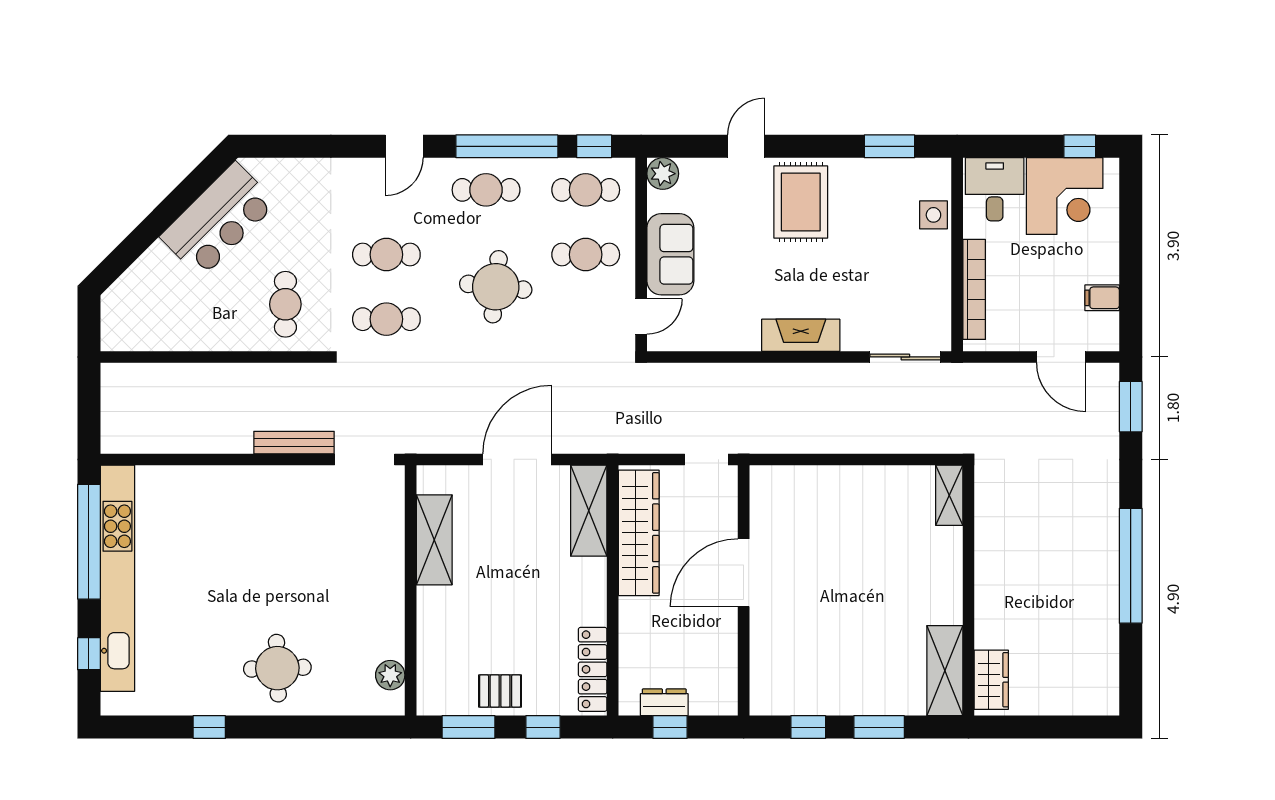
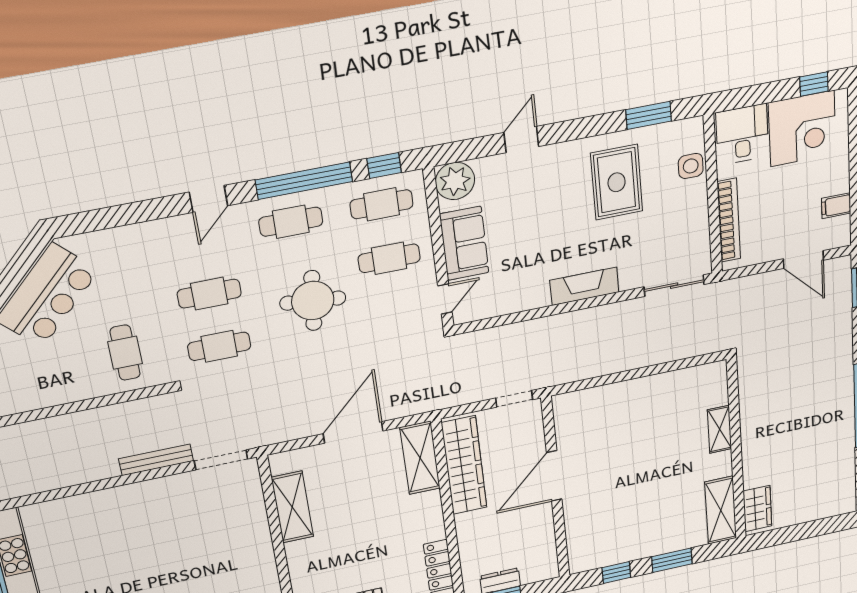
plant: (663, 174) -> (455, 181), width x1.36, depth x1.36
rug: (801, 202) -> (617, 182), moved
shelving: (949, 495) -> (720, 429), moved

